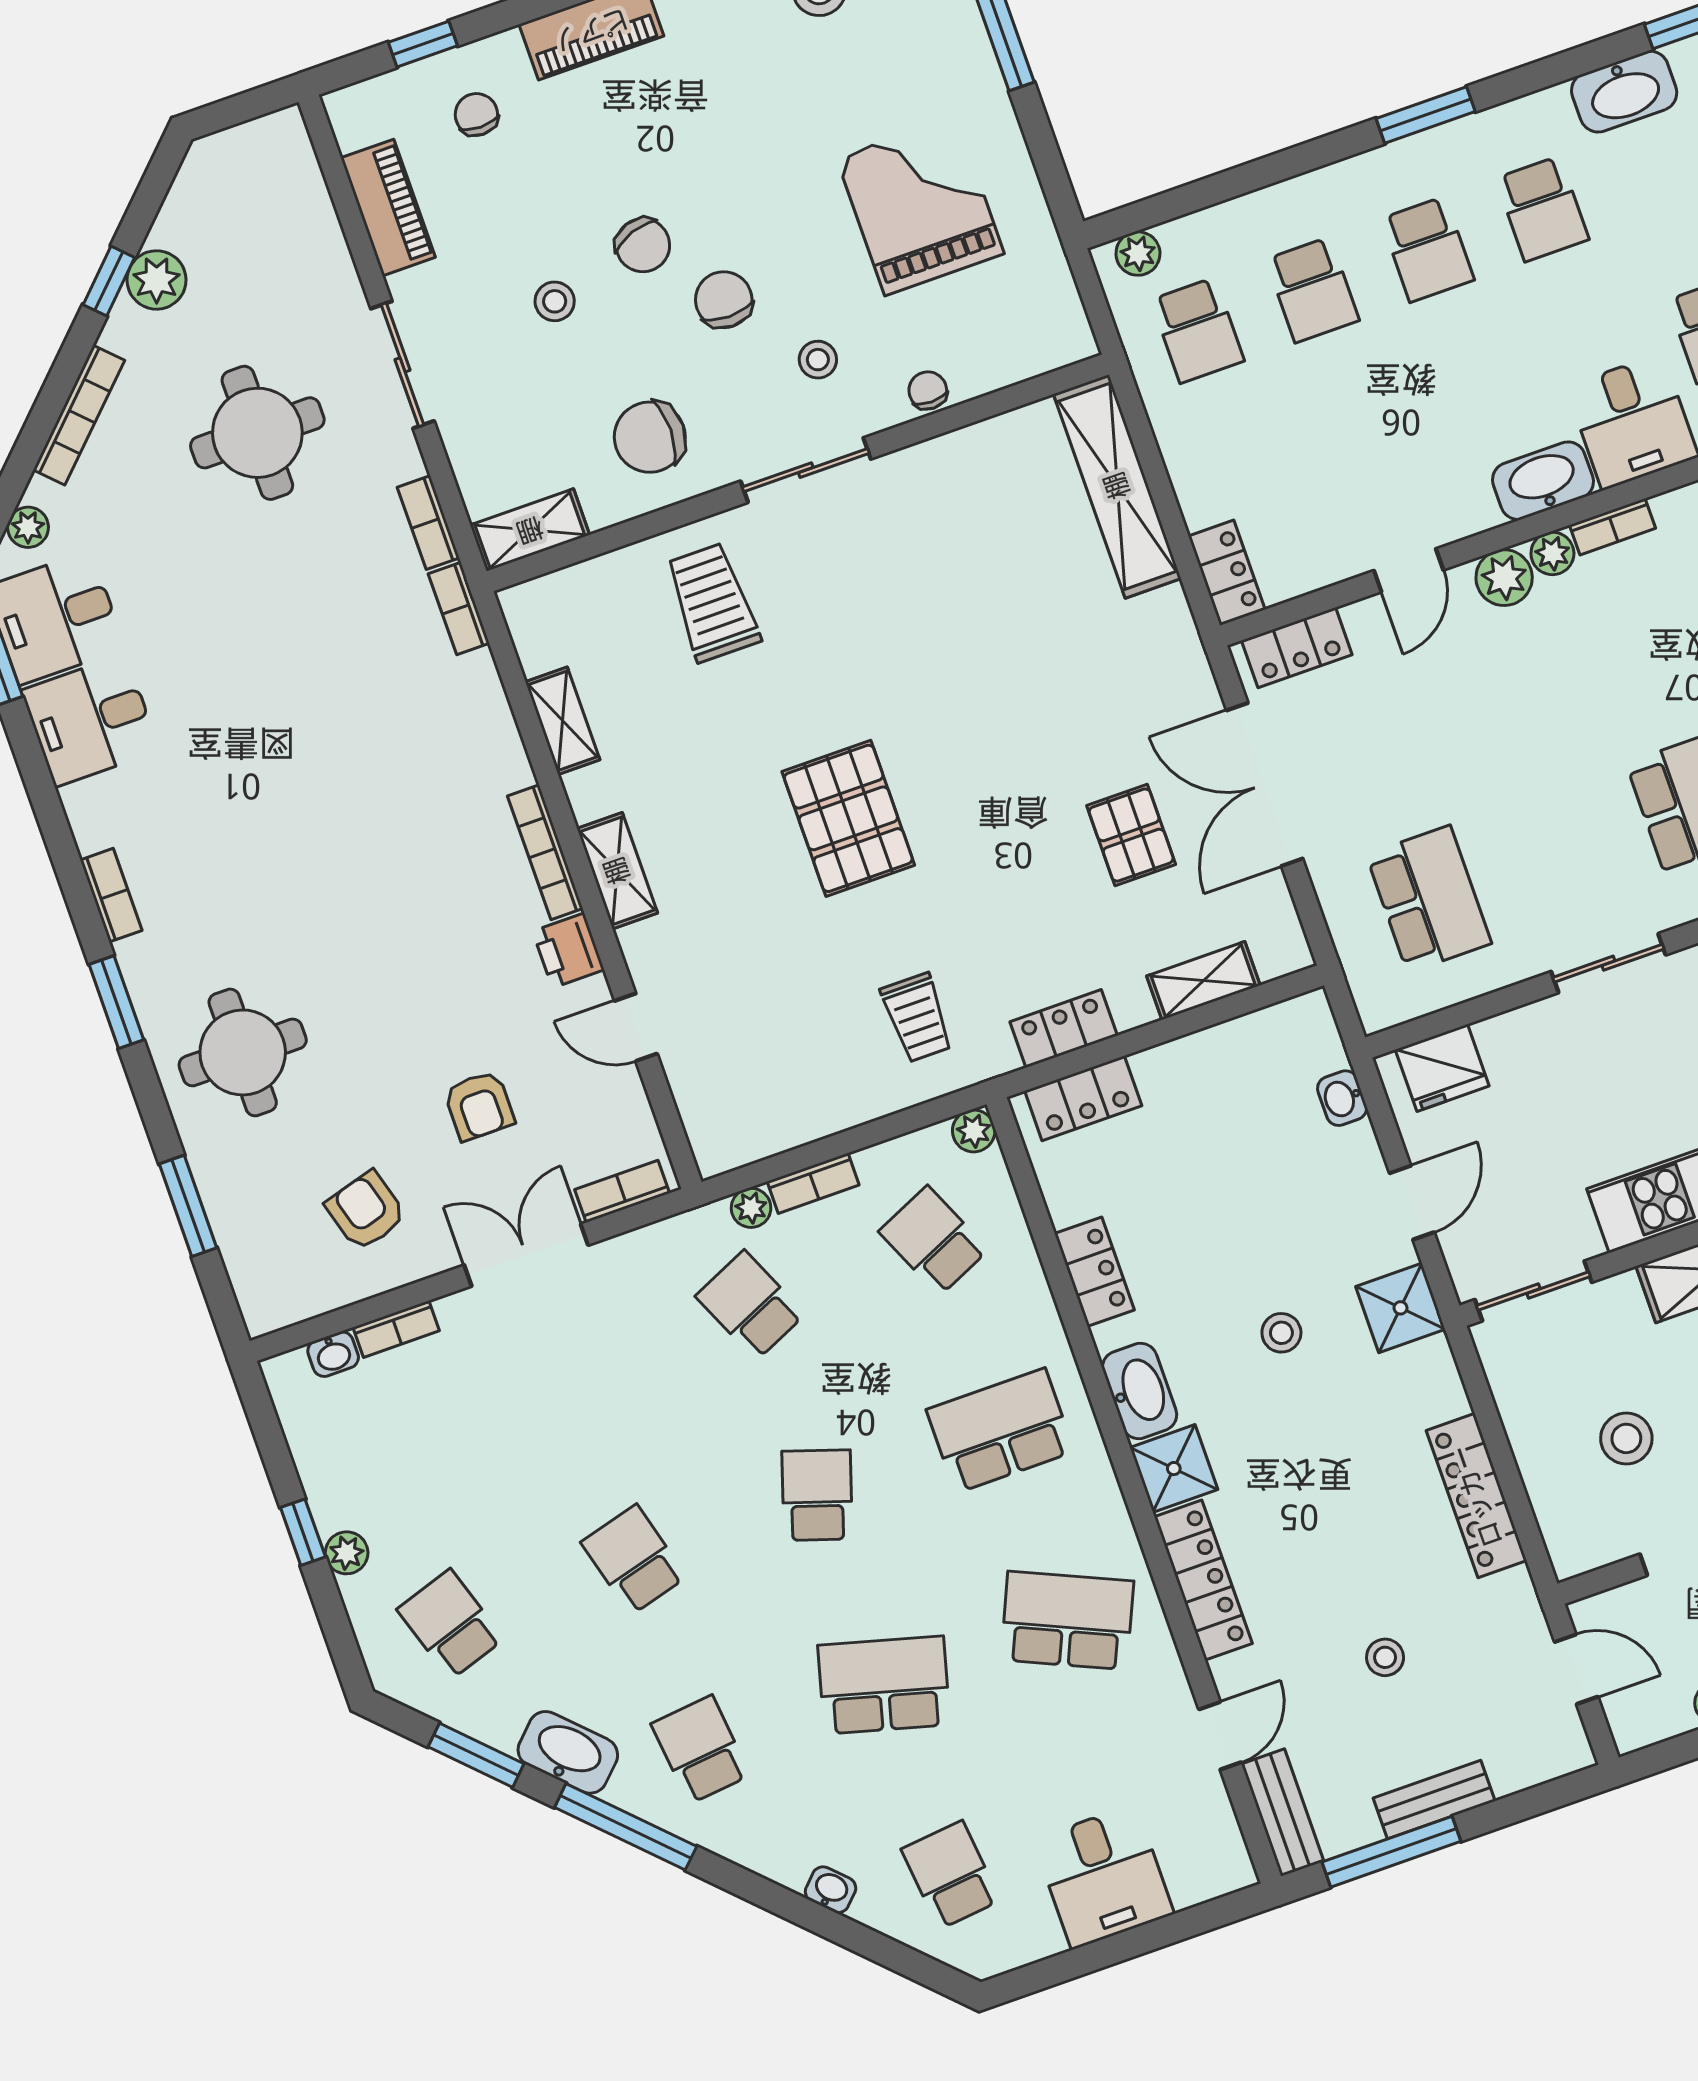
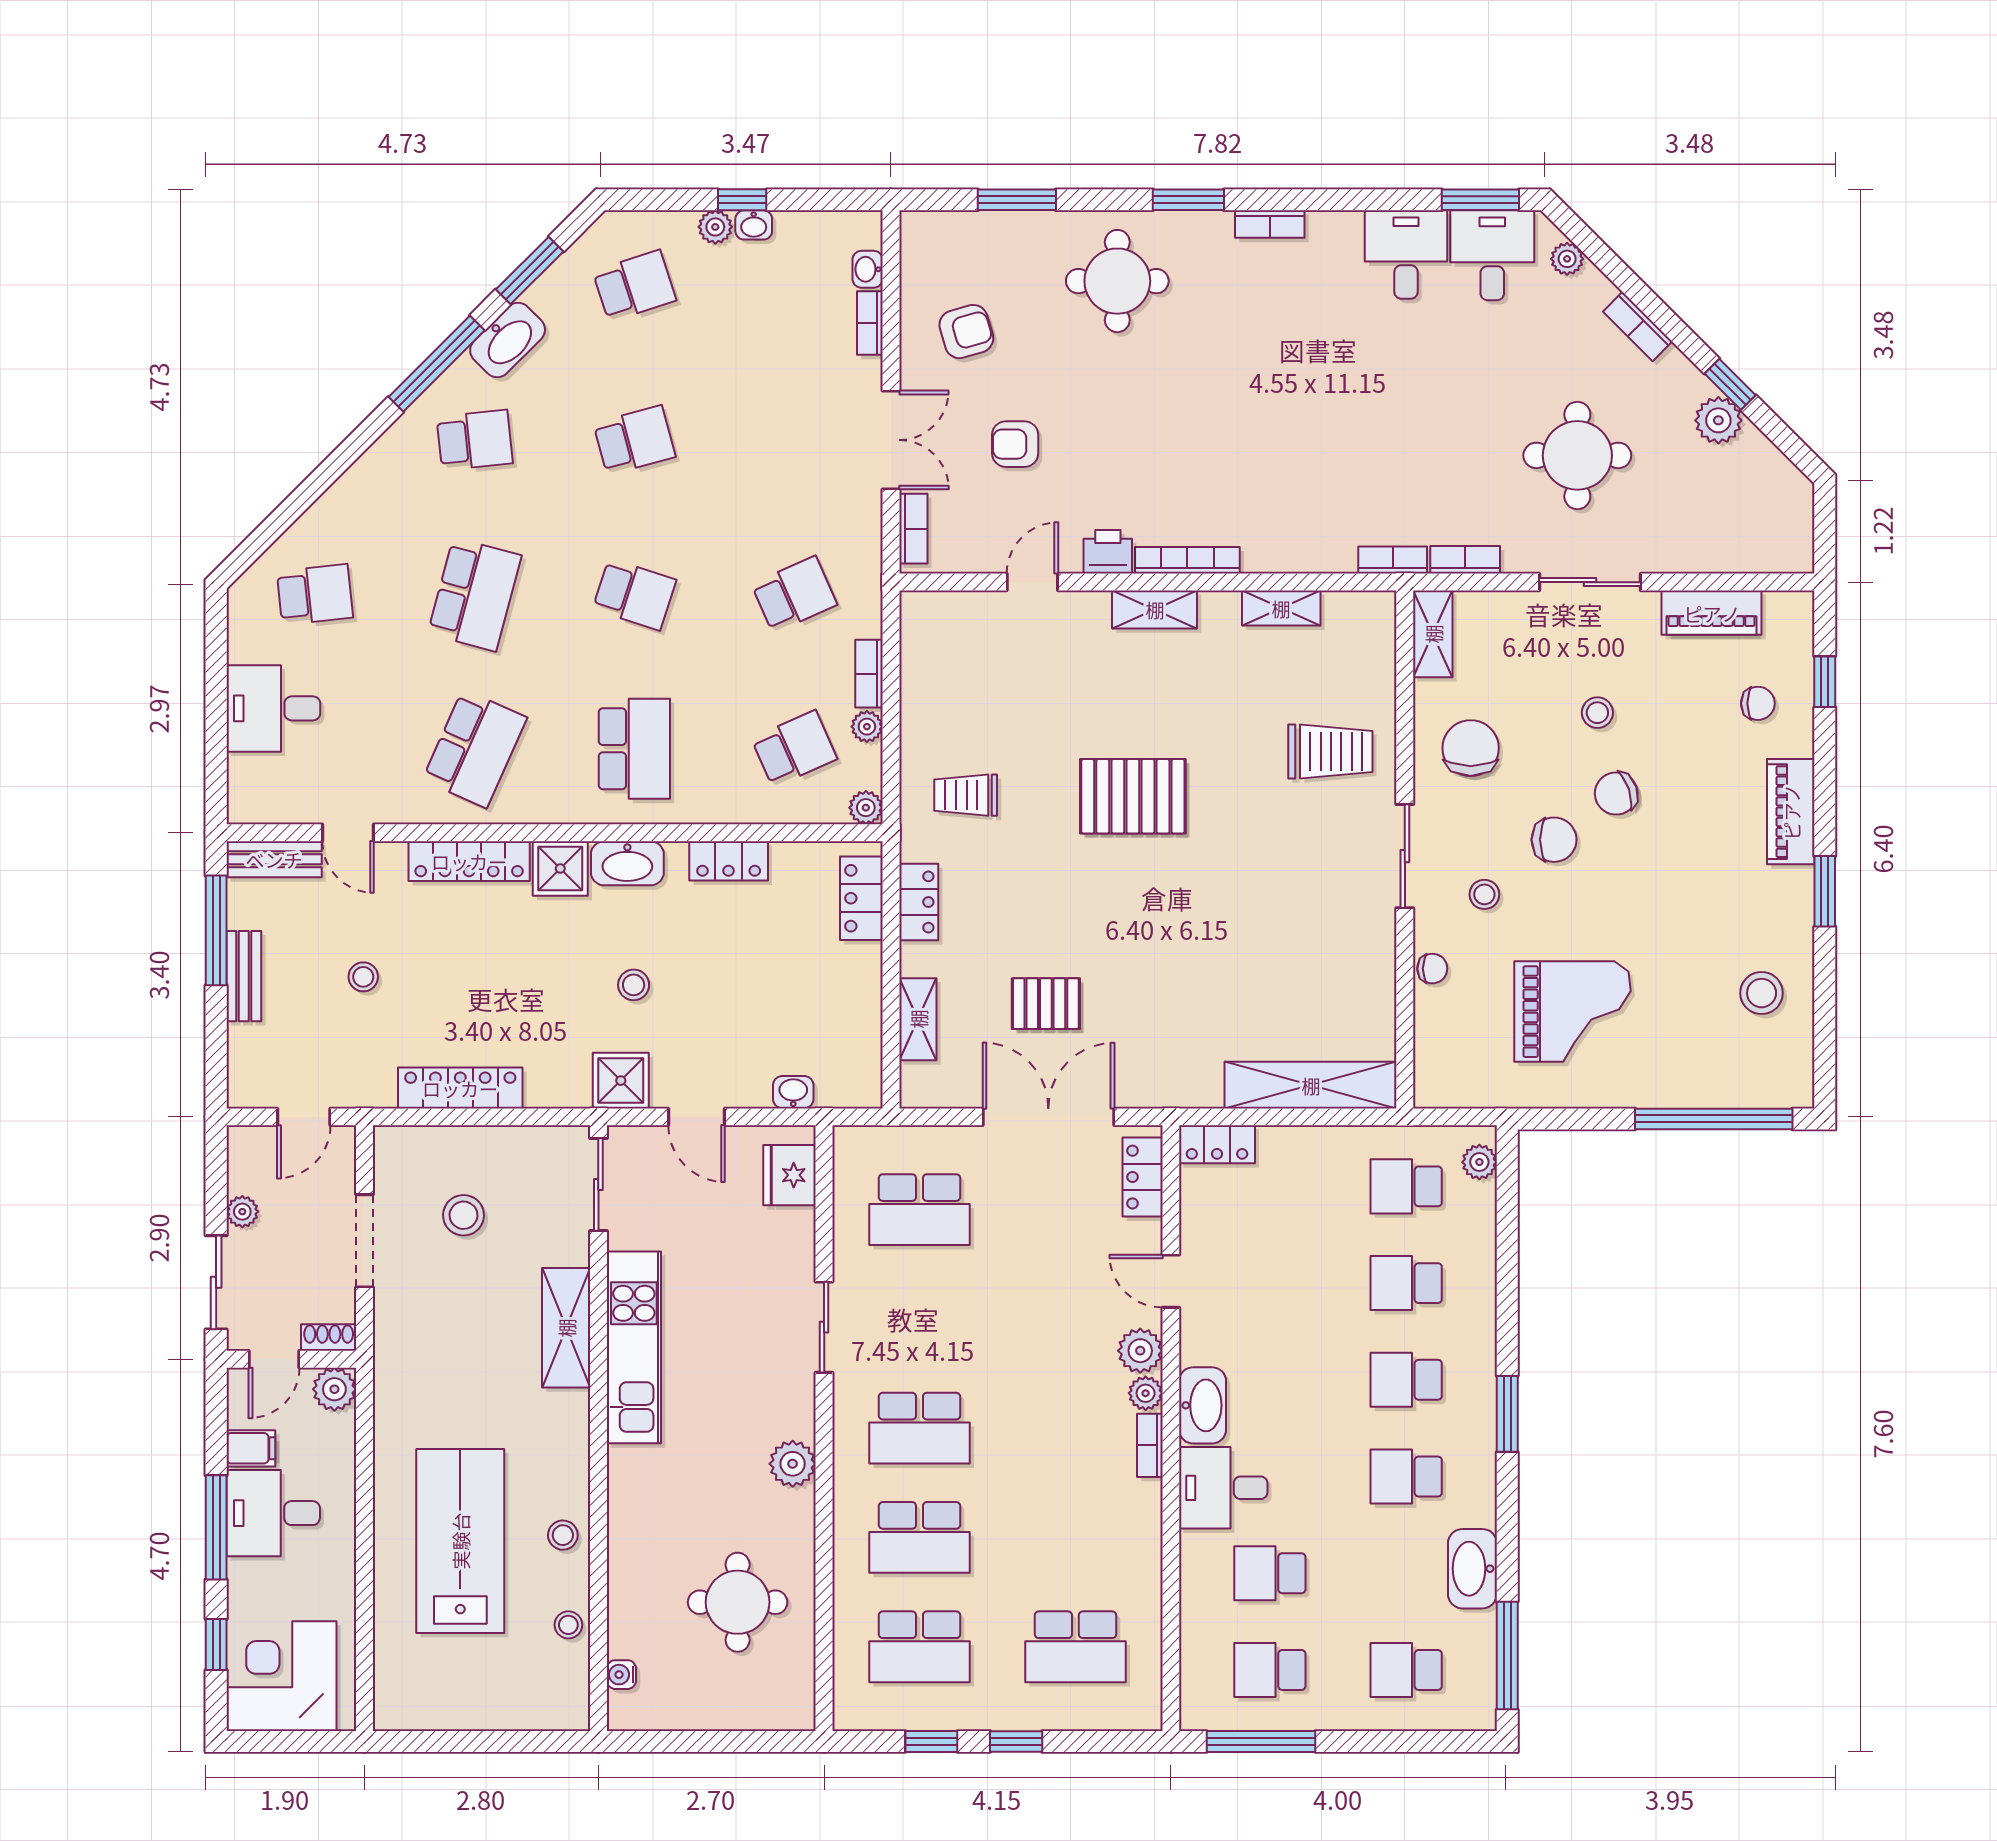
bookcase: (79, 415) -> (1638, 327), width x0.64
plant: (751, 1208) -> (867, 727), moved
washbasin: (831, 1890) -> (754, 225), moved, turned 45

